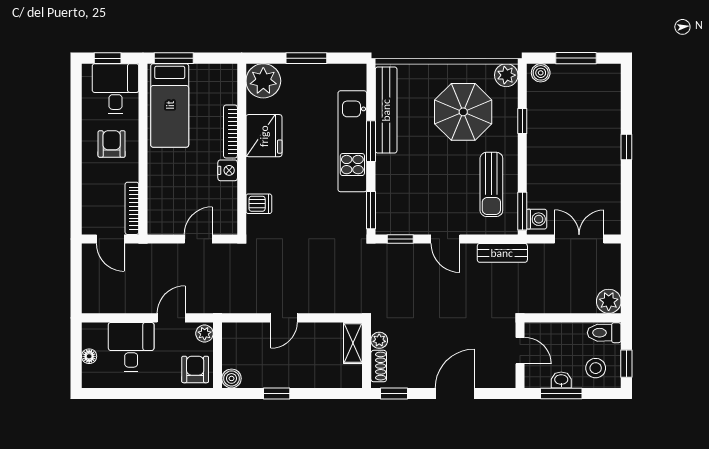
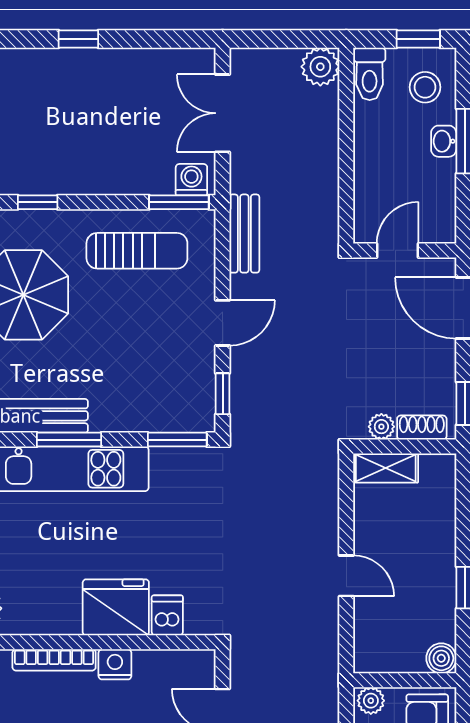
fridge: (264, 136) -> (116, 607), moved
door: (520, 351) -> (398, 250), moved
wall: (520, 355) -> (405, 250), moved

